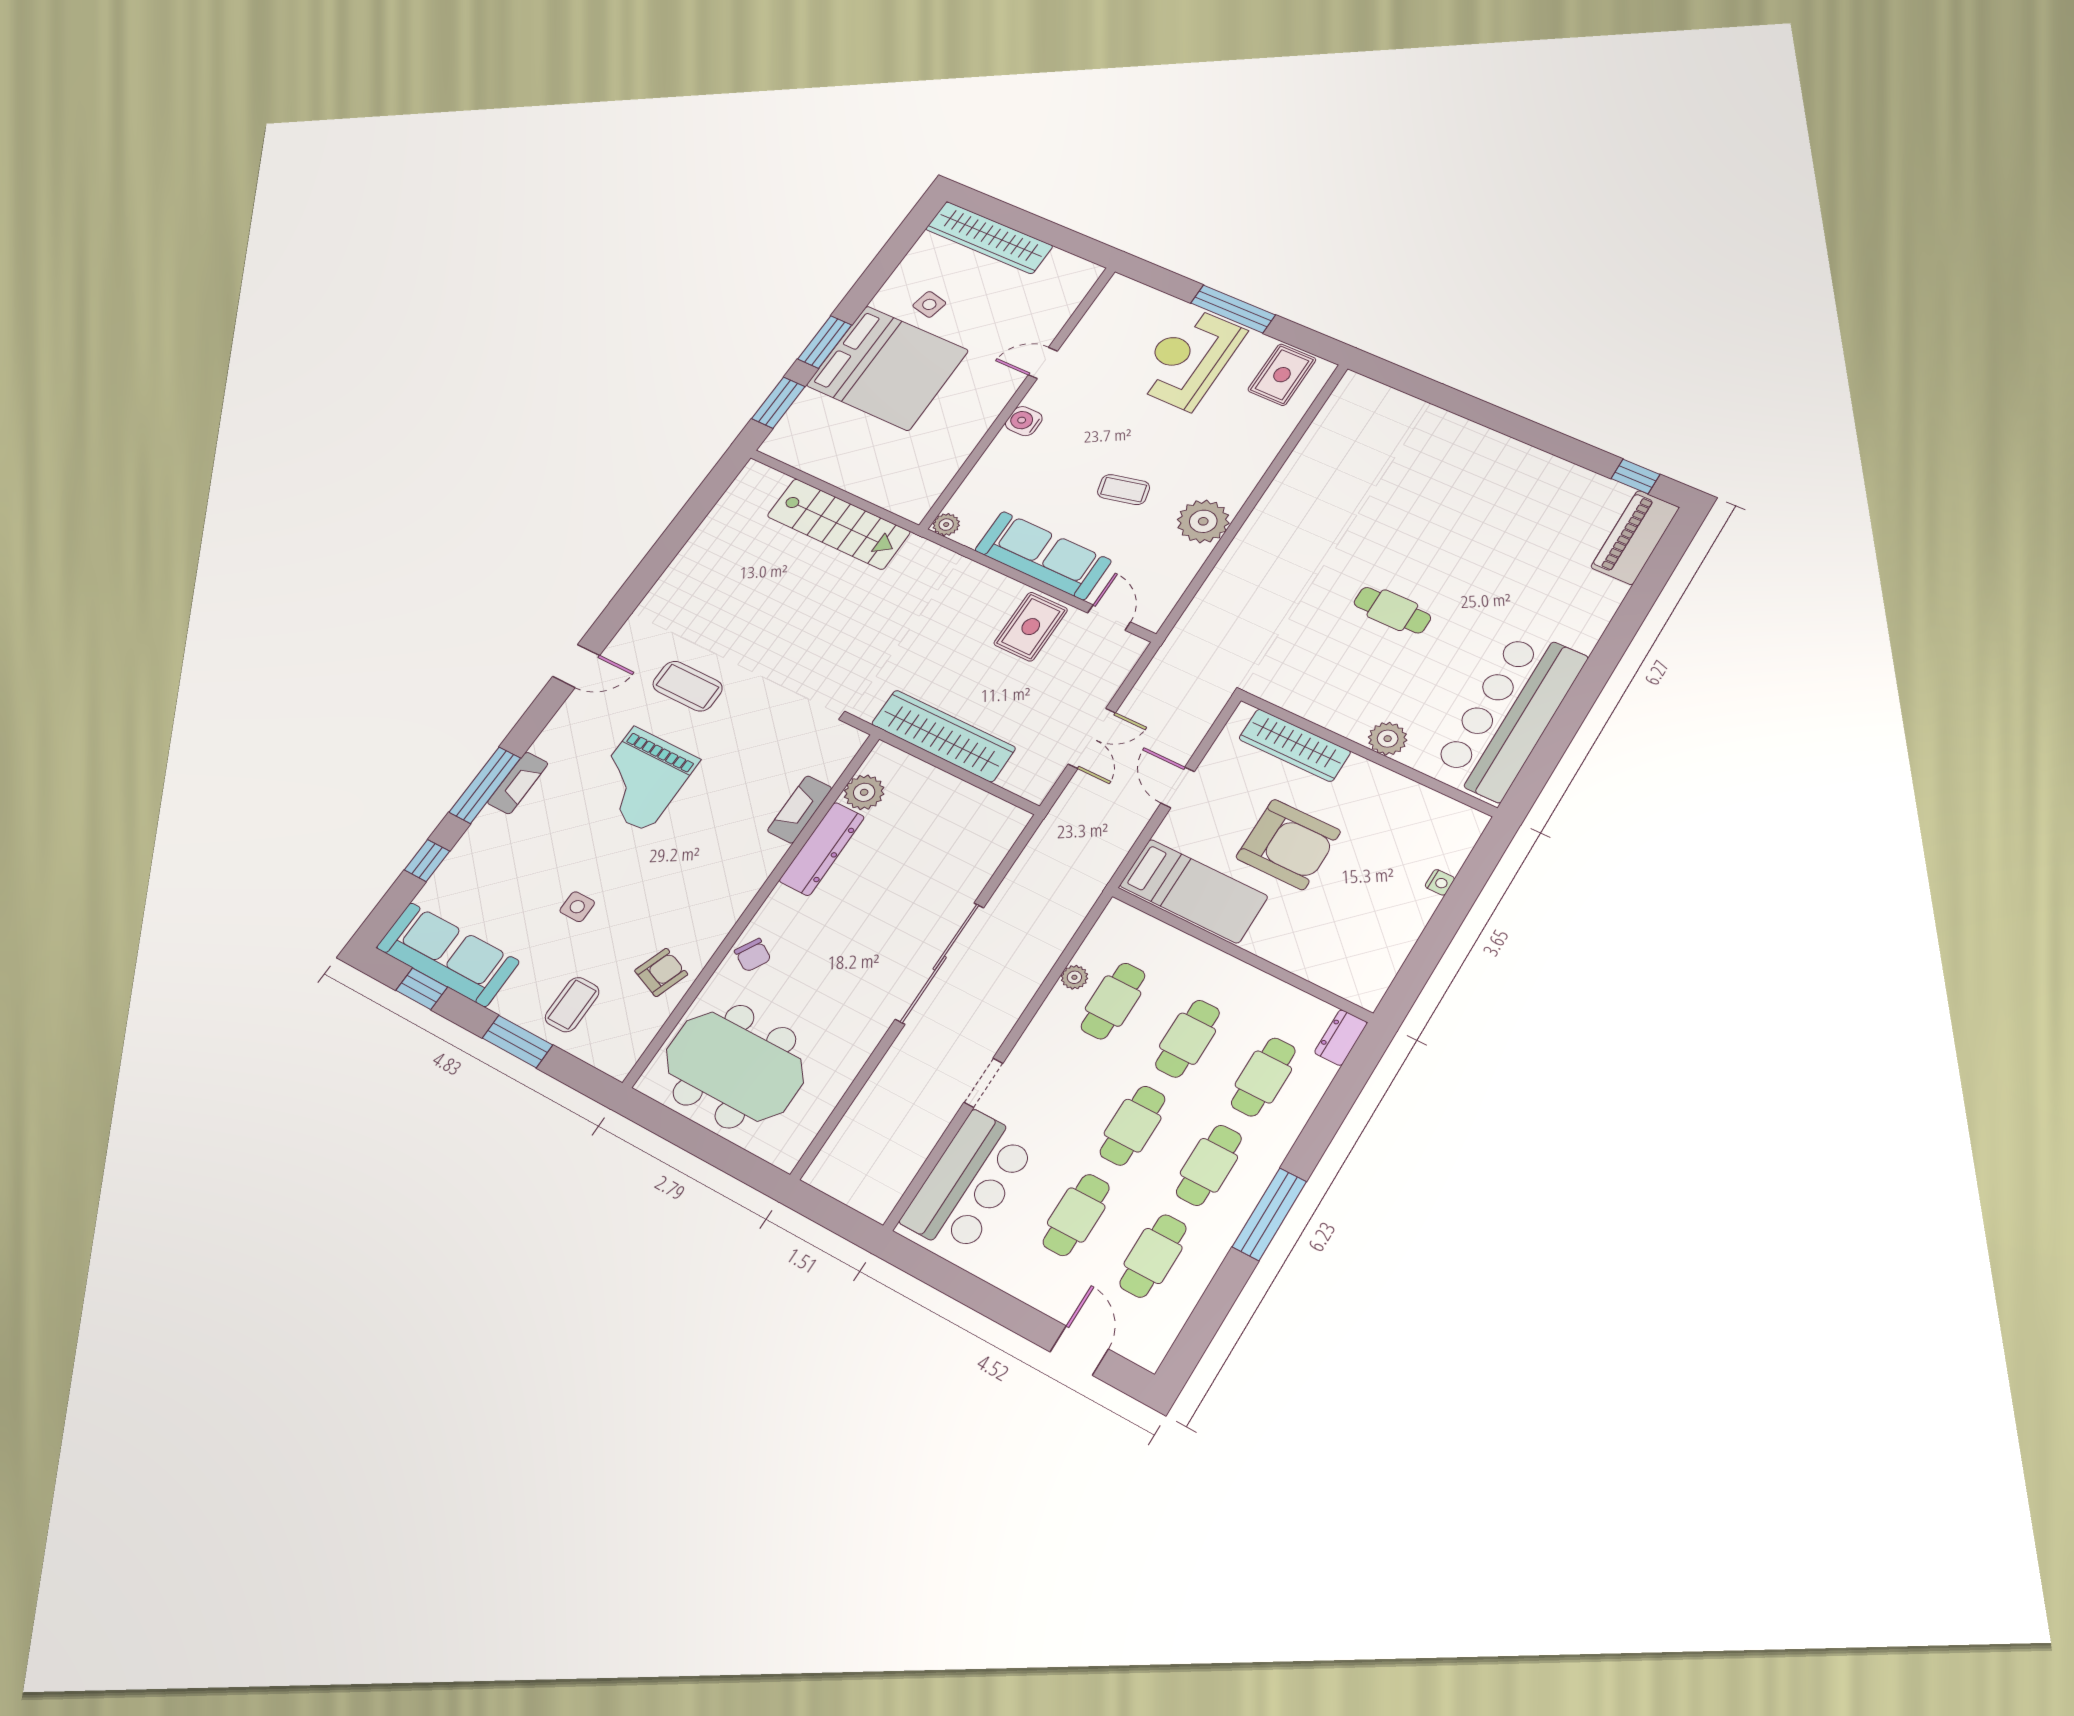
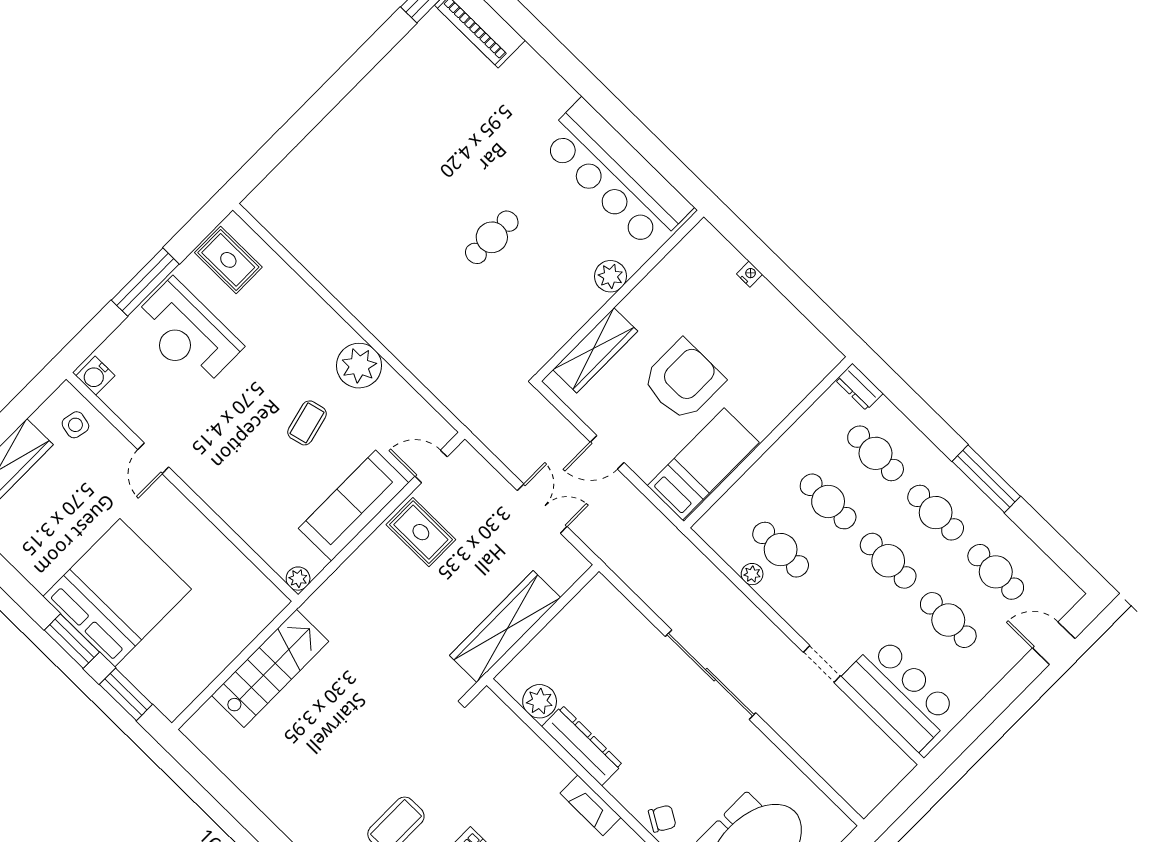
side table: (929, 304) -> (75, 425), moved
water cooler: (1024, 421) -> (95, 376), moved
fireplace: (800, 809) -> (590, 805), moved

